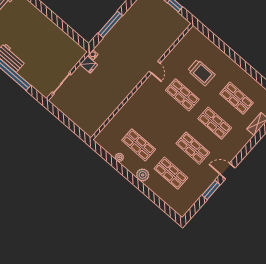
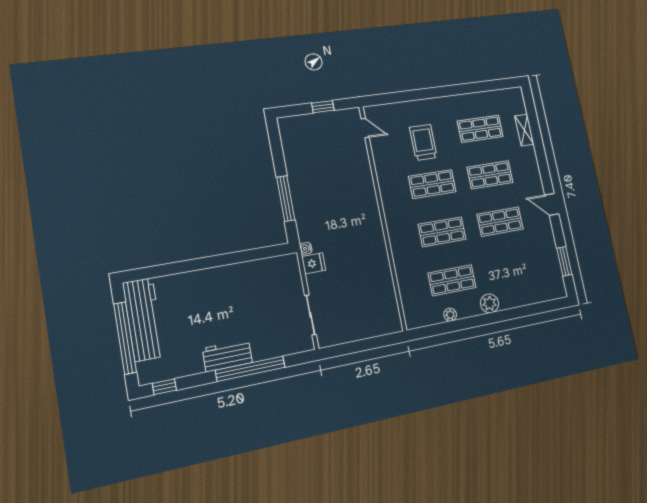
door: (155, 67) -> (365, 128), moved
trolley: (201, 73) -> (423, 142), turned -90
door: (227, 171) -> (552, 204), hinge flipped
shop shelf: (171, 173) -> (442, 232), moved
window: (211, 190) -> (564, 261), moved

